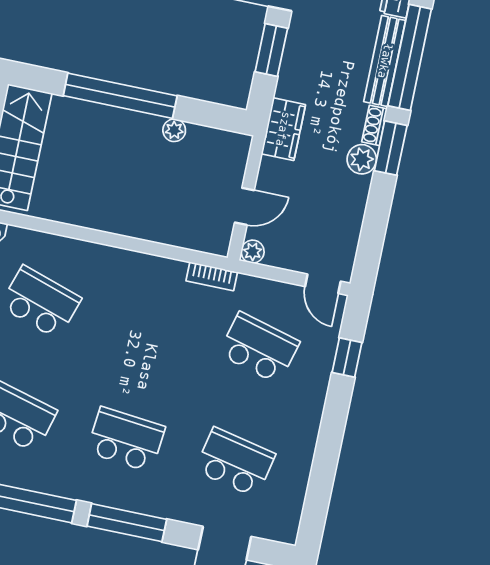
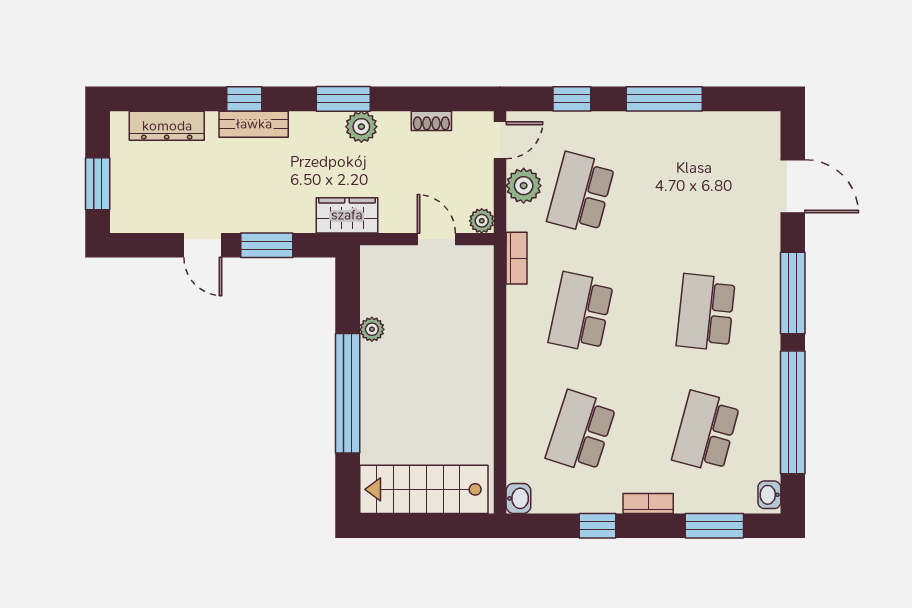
window: (410, 57) -> (244, 99), width x0.32
bench: (385, 61) -> (254, 124), width x0.73
shoe rack: (374, 125) -> (431, 121), moved
plant: (277, 297) -> (524, 186), added
window: (329, 442) -> (664, 99), added
school desk: (235, 462) -> (581, 312), moved

